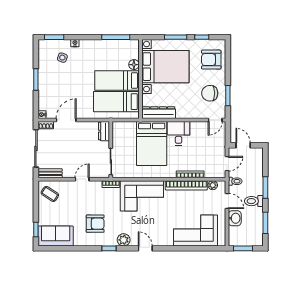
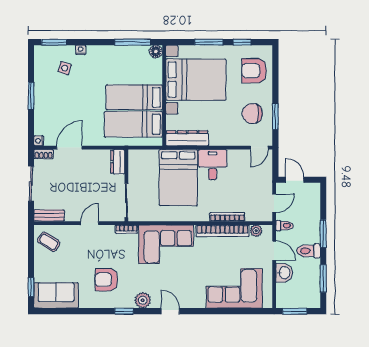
floor lamp: (134, 65) -> (156, 52), moved
sliding door: (36, 148) -> (31, 184), width x0.73
armchair: (95, 224) -> (106, 280), turned 180

